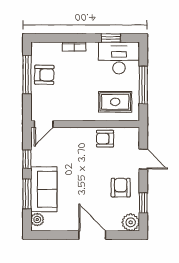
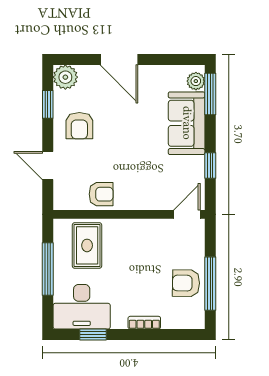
rug: (115, 102) -> (87, 245), turned 90
window: (27, 194) -> (210, 94), moved

